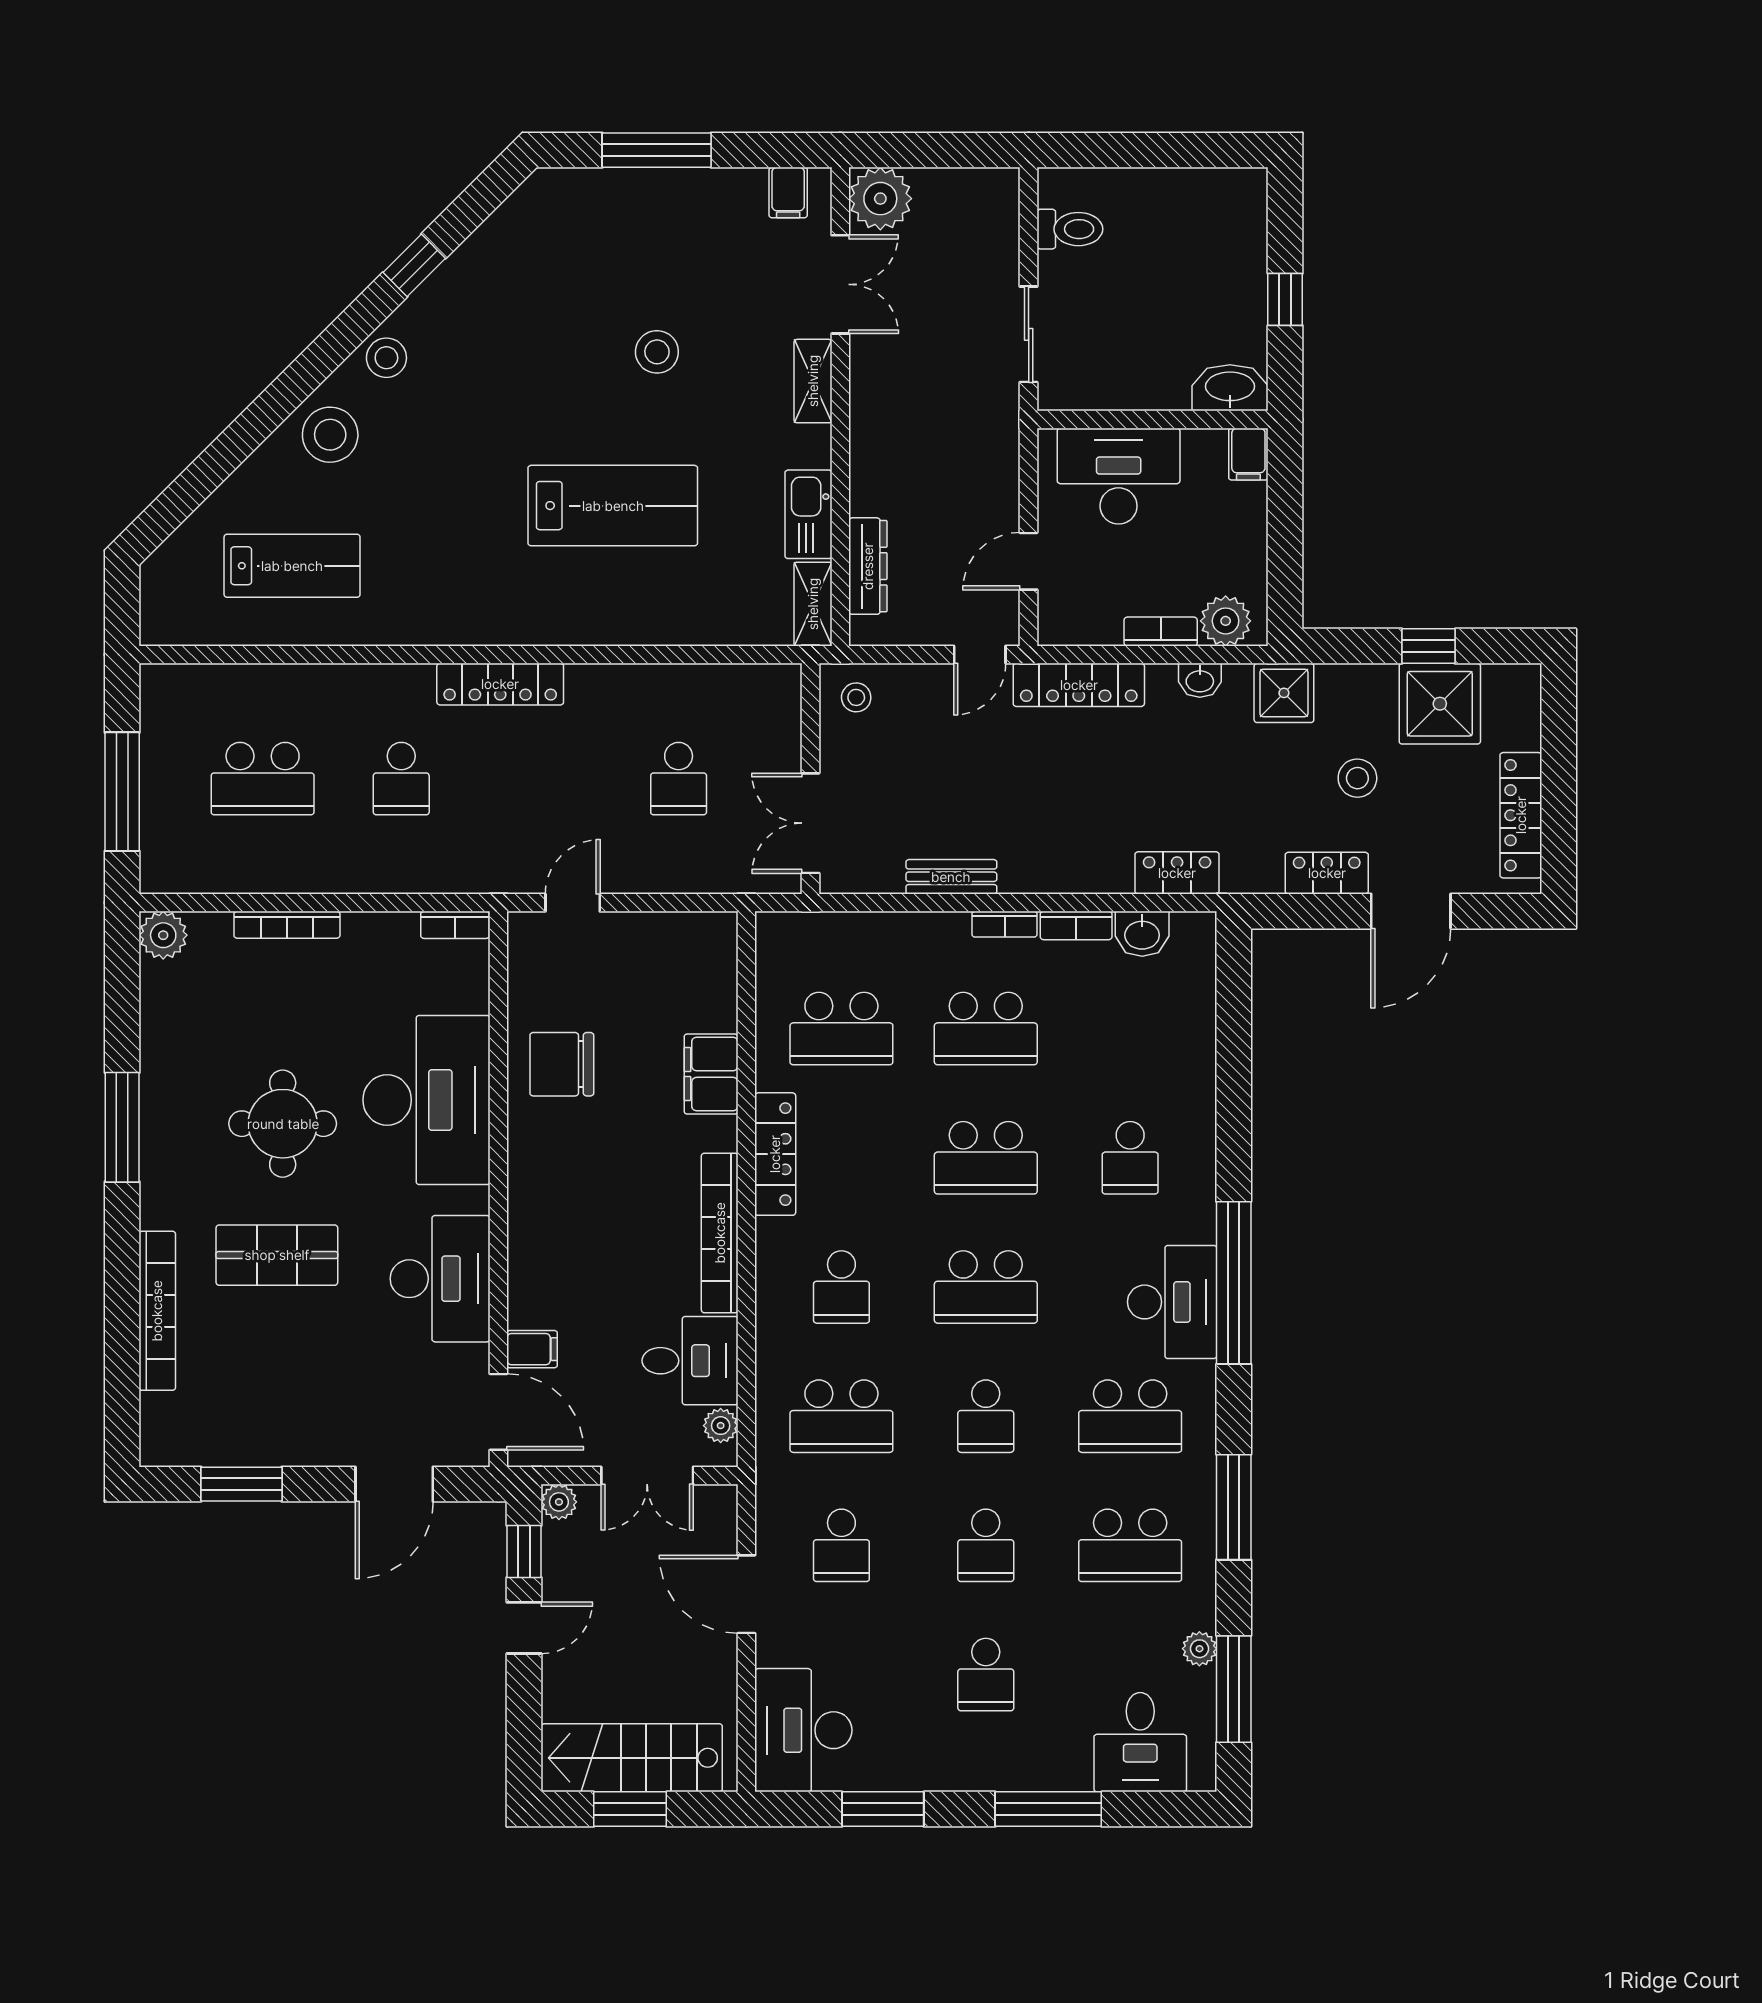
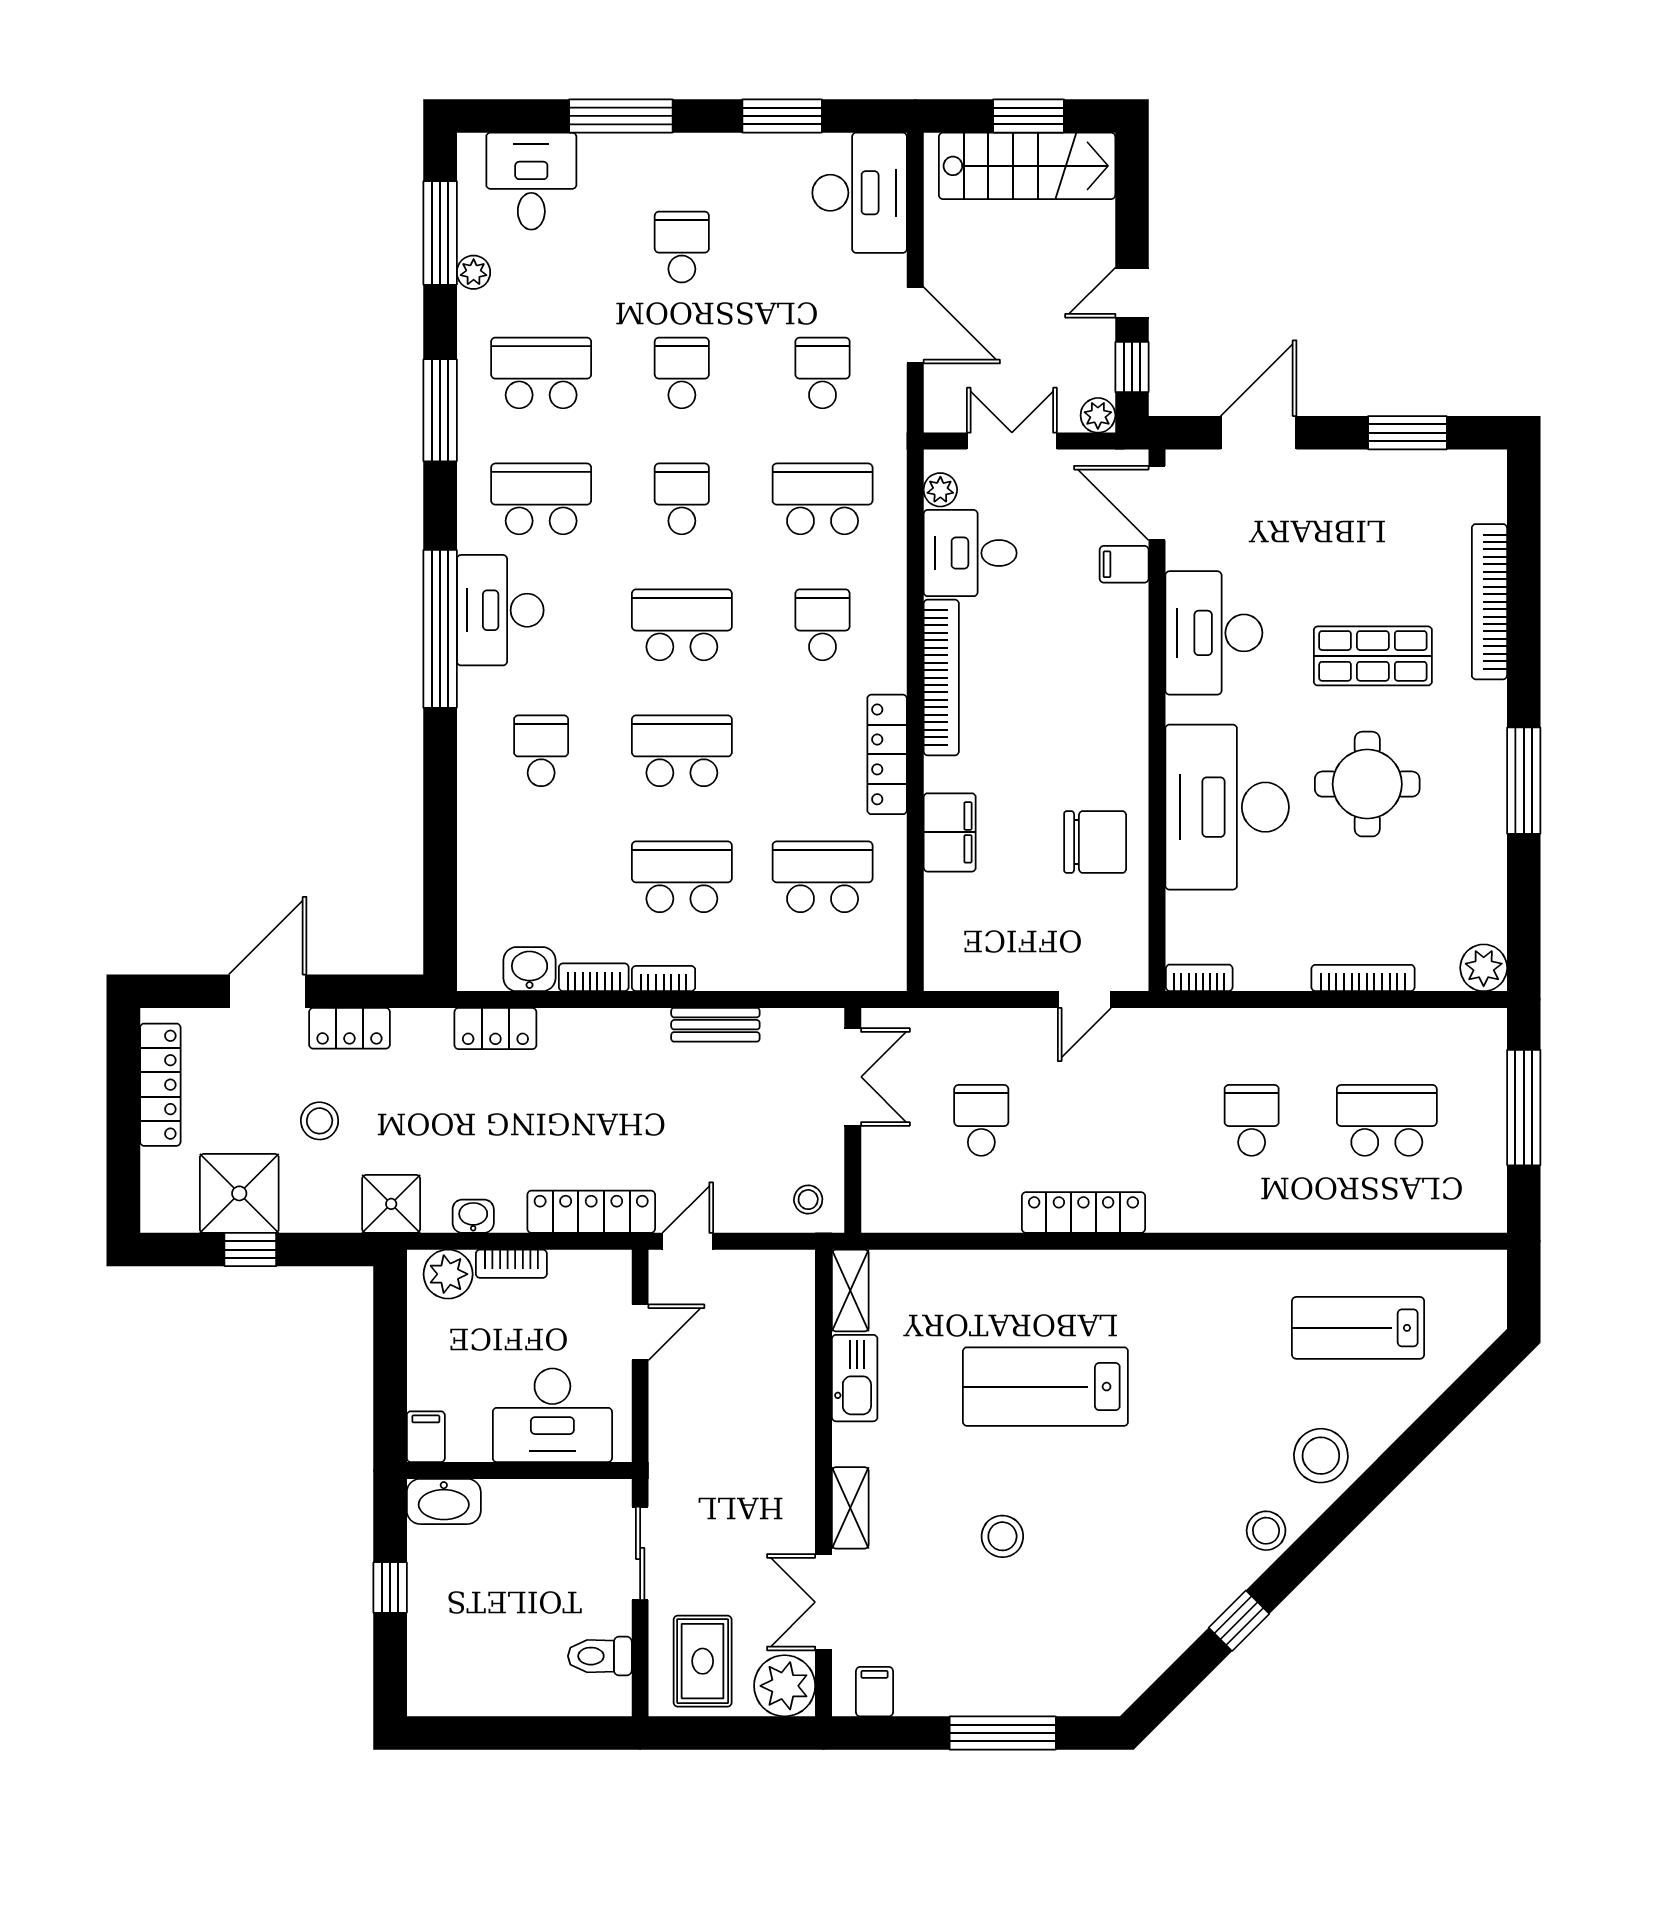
rug: (964, 224) -> (703, 1661), added
dresser: (868, 566) -> (797, 1328), removed
locker: (500, 684) -> (1083, 1213), moved

